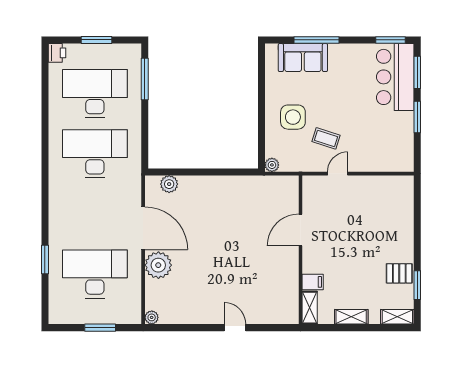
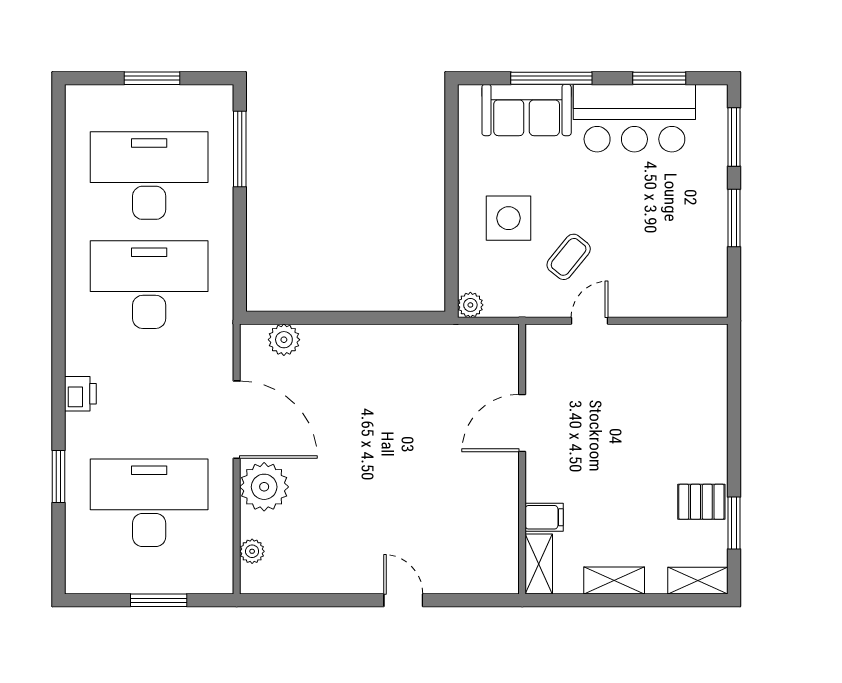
window: (391, 40) -> (659, 78), moved
printer: (57, 53) -> (80, 394), moved
bar counter: (395, 77) -> (634, 118), moved, turned -90
coffee table: (326, 138) -> (569, 257), turned -69
plant: (152, 317) -> (252, 551), moved

